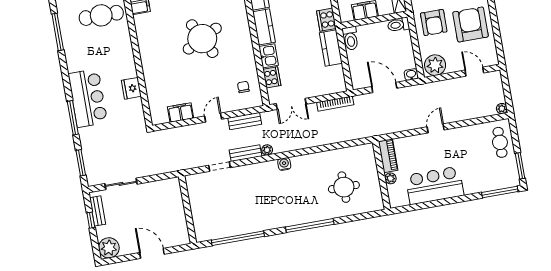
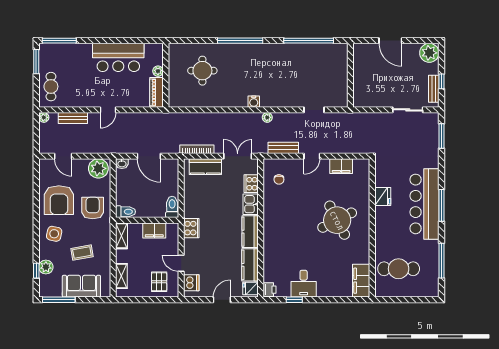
round table: (202, 39) -> (337, 220), moved
kitchen counter: (331, 48) -> (205, 167), moved, turned 90
bar counter: (88, 98) -> (425, 204), width x1.36
window: (73, 118) -> (441, 205), moved
bench: (245, 153) -> (73, 118), moved

